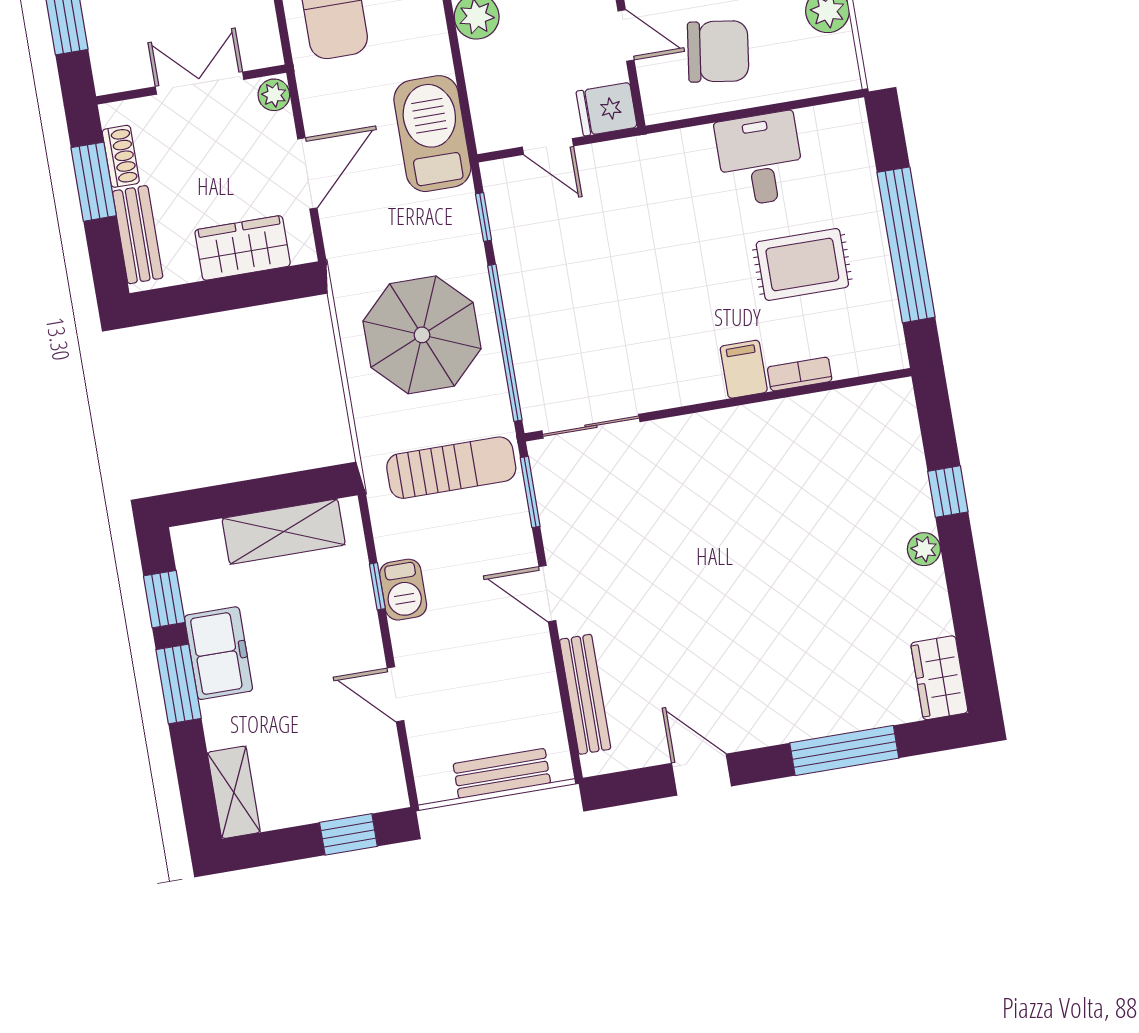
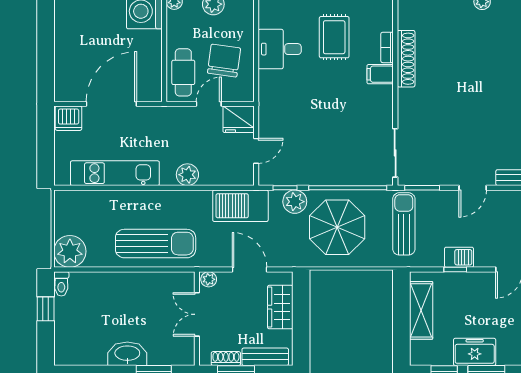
fridge: (607, 109) -> (239, 119), width x1.38
plant: (459, 241) -> (295, 202), added
shoe rack: (784, 416) -> (406, 59), added

